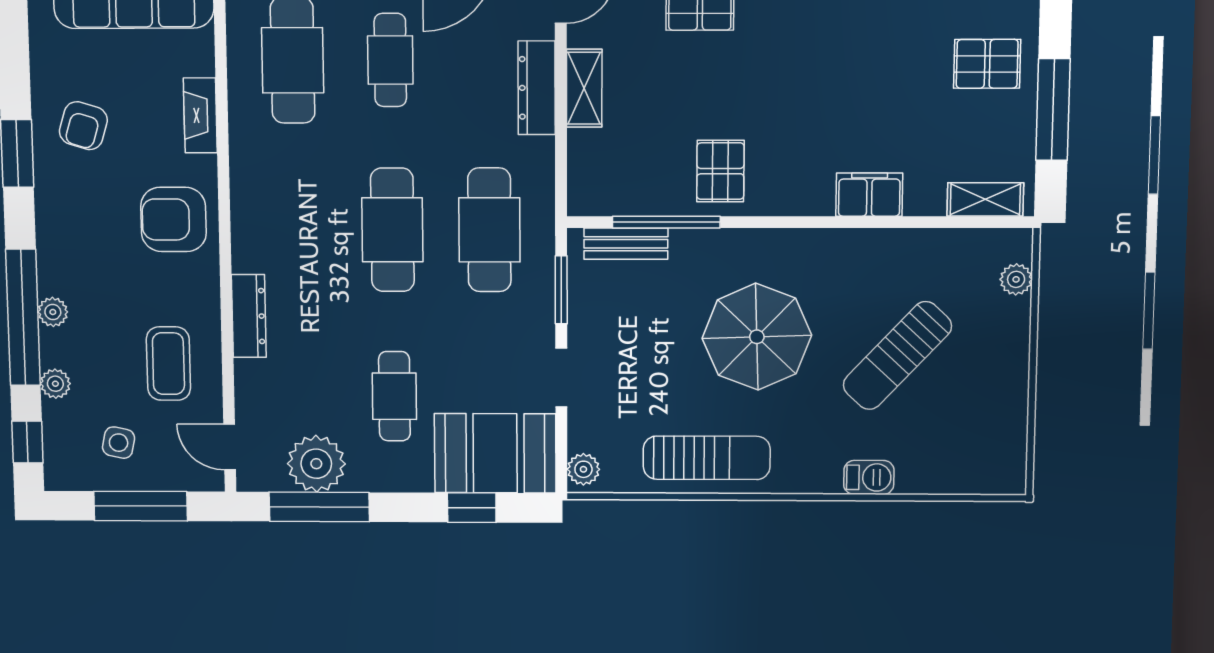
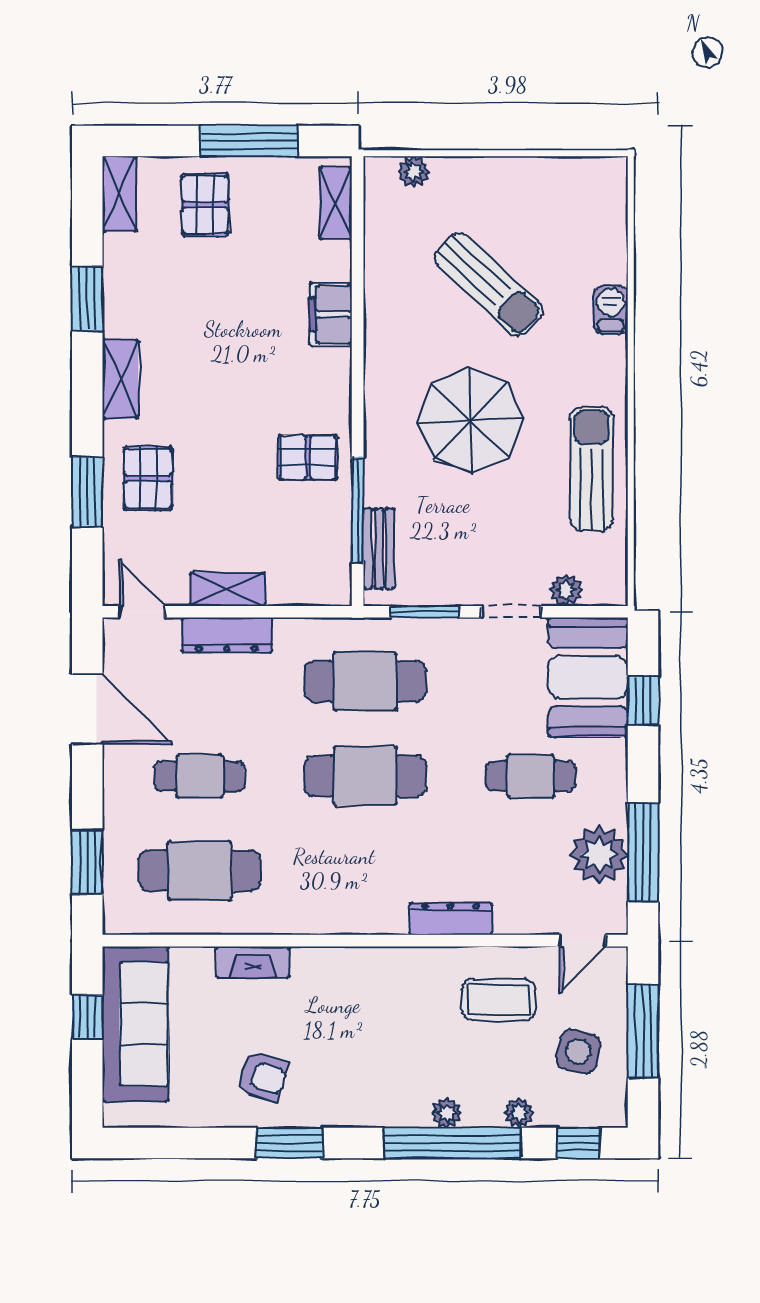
armchair: (173, 219) -> (355, 991), removed
side table: (119, 443) -> (578, 1052), width x1.37, depth x1.37
plant: (583, 469) -> (566, 590), moved

